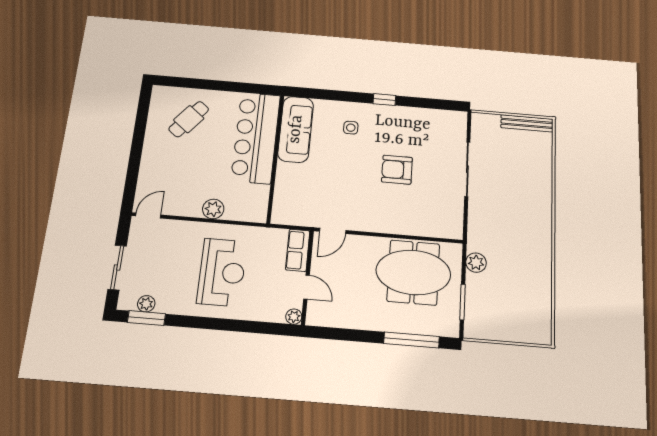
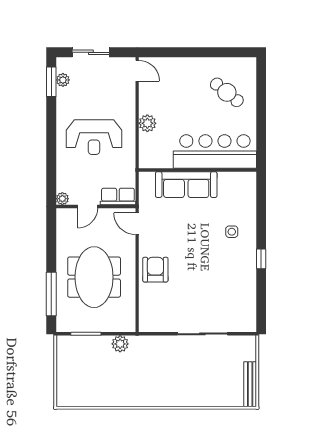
sofa: (296, 129) -> (186, 185), moved
armchair: (397, 170) -> (155, 270), moved
meeting table: (413, 272) -> (94, 277), moved

